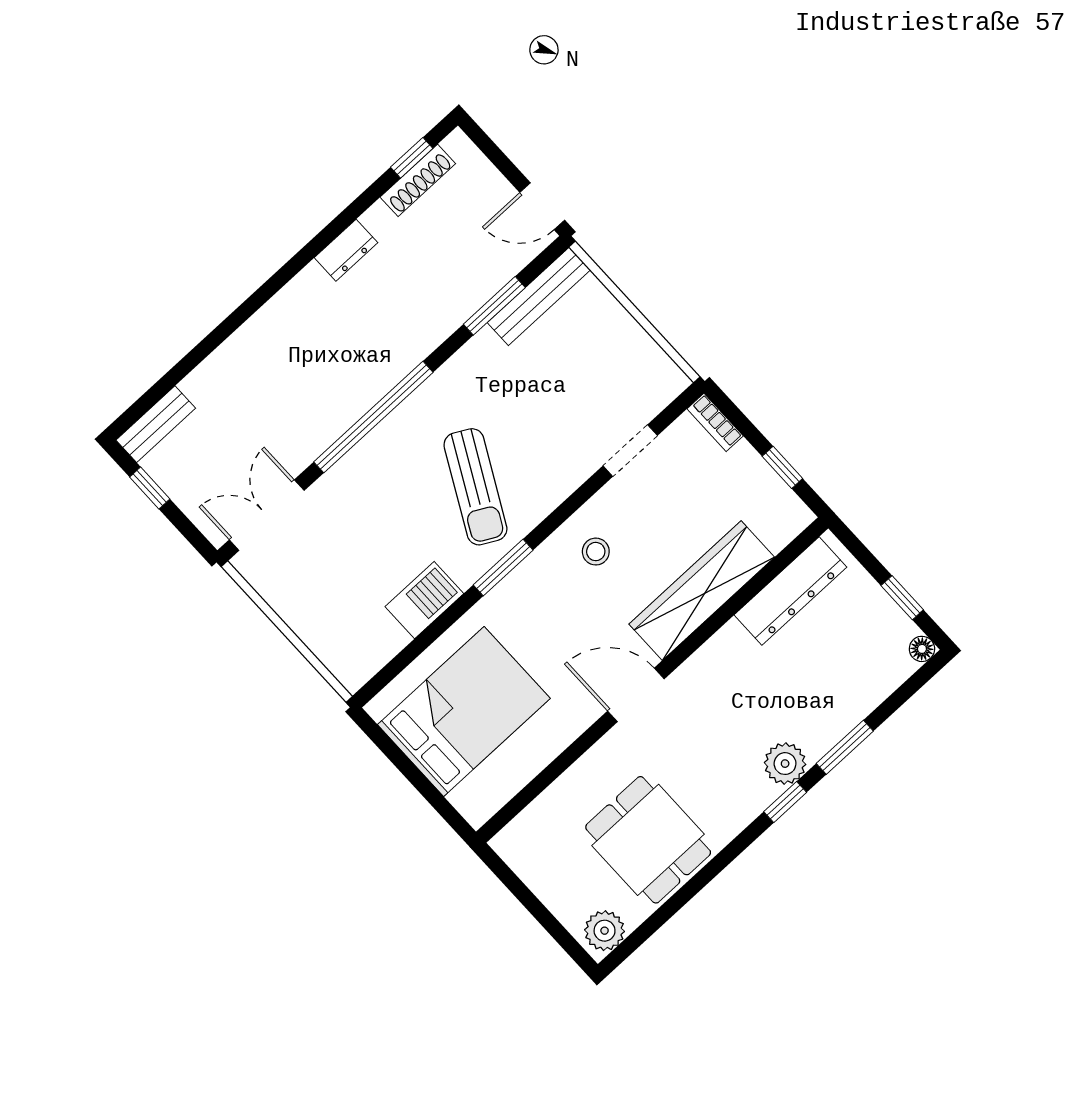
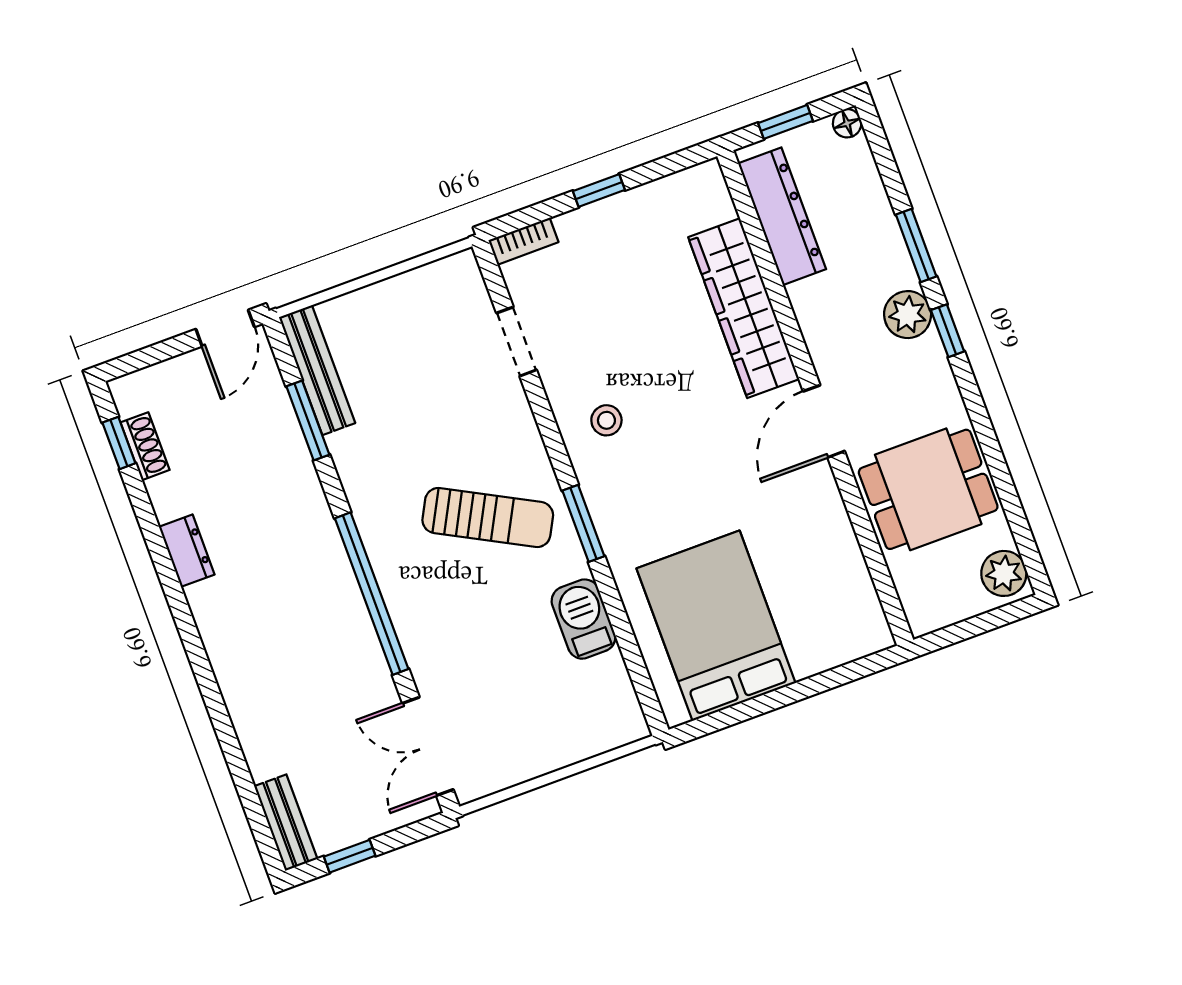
shoe rack: (418, 180) -> (145, 446), width x0.70
wardrobe: (702, 591) -> (744, 308), moved
dresser: (790, 591) -> (782, 216), moved
wall: (652, 680) -> (815, 398), moved
door: (636, 695) -> (824, 421), moved

